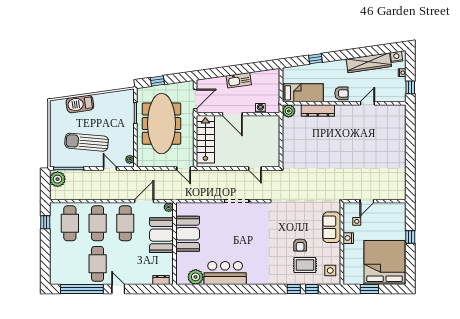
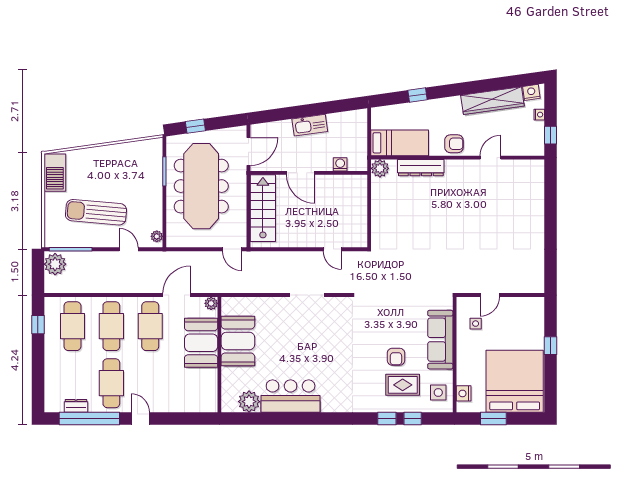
barbecue: (80, 104) -> (55, 173), moved, turned -82
sofa: (332, 227) -> (440, 340), width x1.36
nightstand: (348, 238) -> (464, 393), moved
dresser: (161, 280) -> (76, 406), moved

